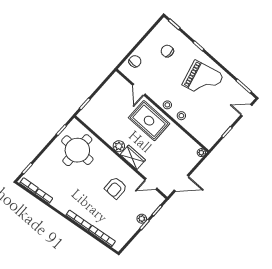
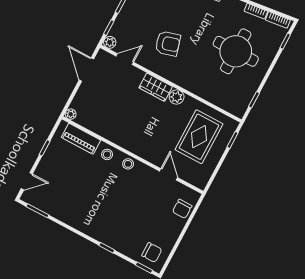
chair: (167, 51) -> (152, 252), moved
grand piano: (203, 80) -> (91, 206), removed
rug: (149, 121) -> (199, 137), moved, turned 90
piano: (198, 132) -> (81, 139), added
round table: (77, 150) -> (236, 51), moved
door: (181, 183) -> (86, 70), hinge flipped
armchair: (116, 188) -> (168, 44), turned 74
plant: (142, 219) -> (110, 42), moved

